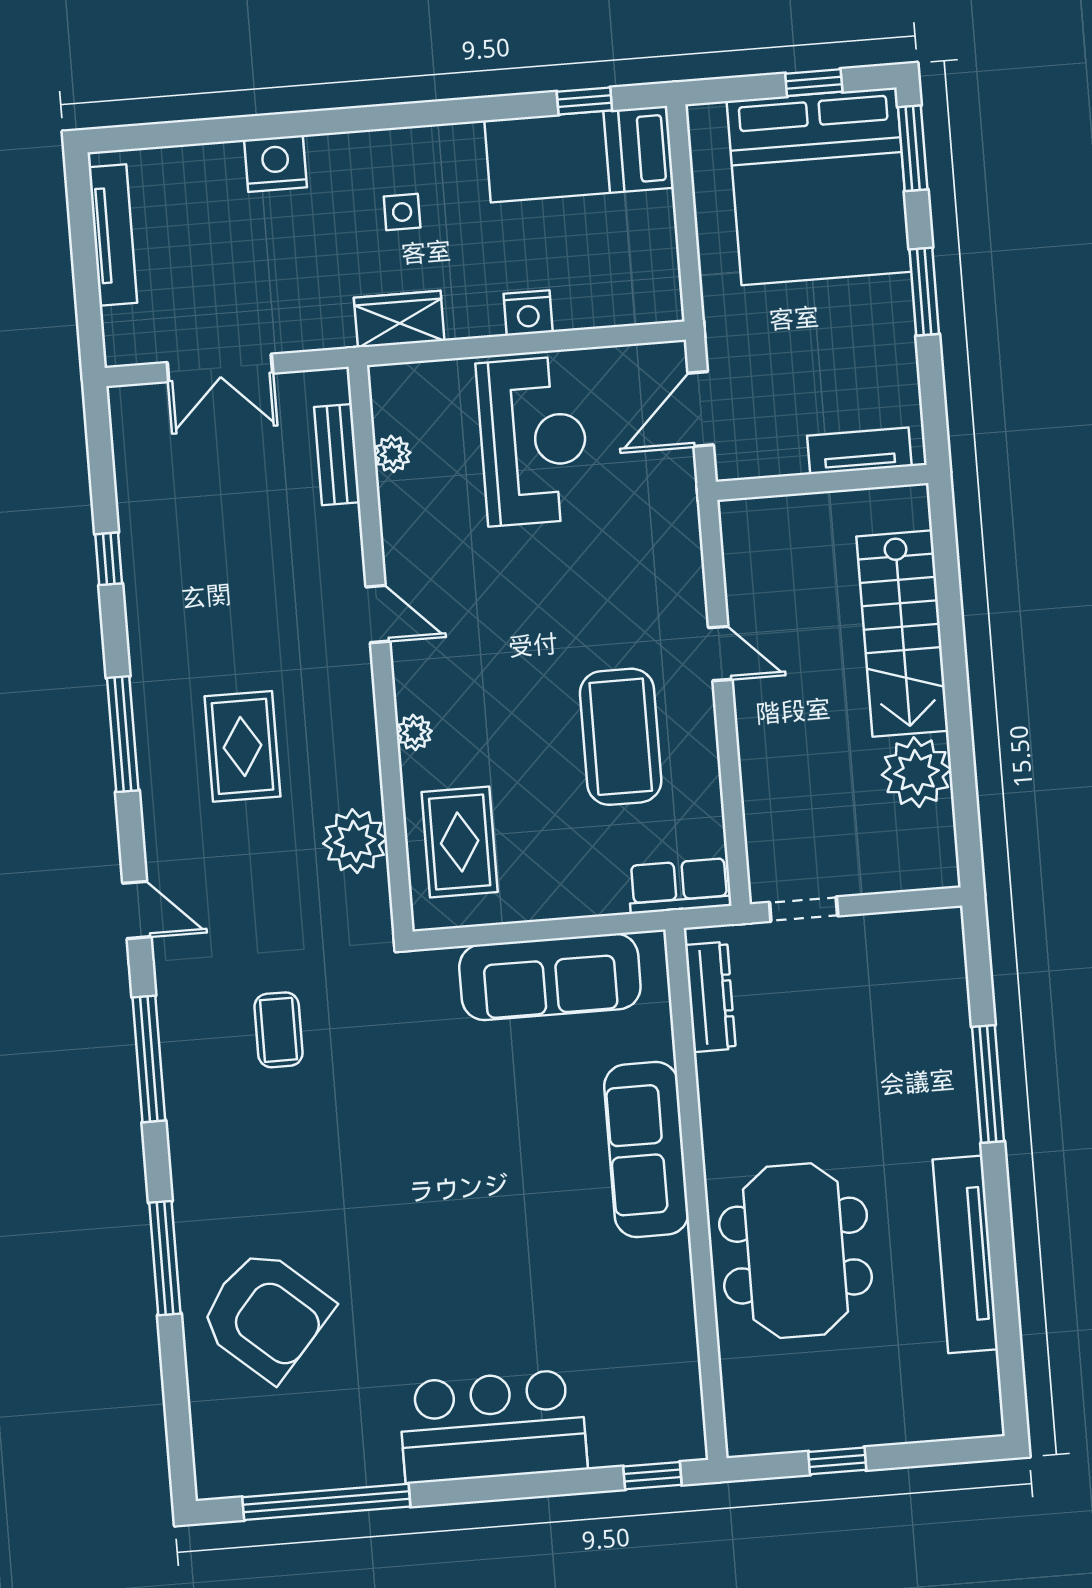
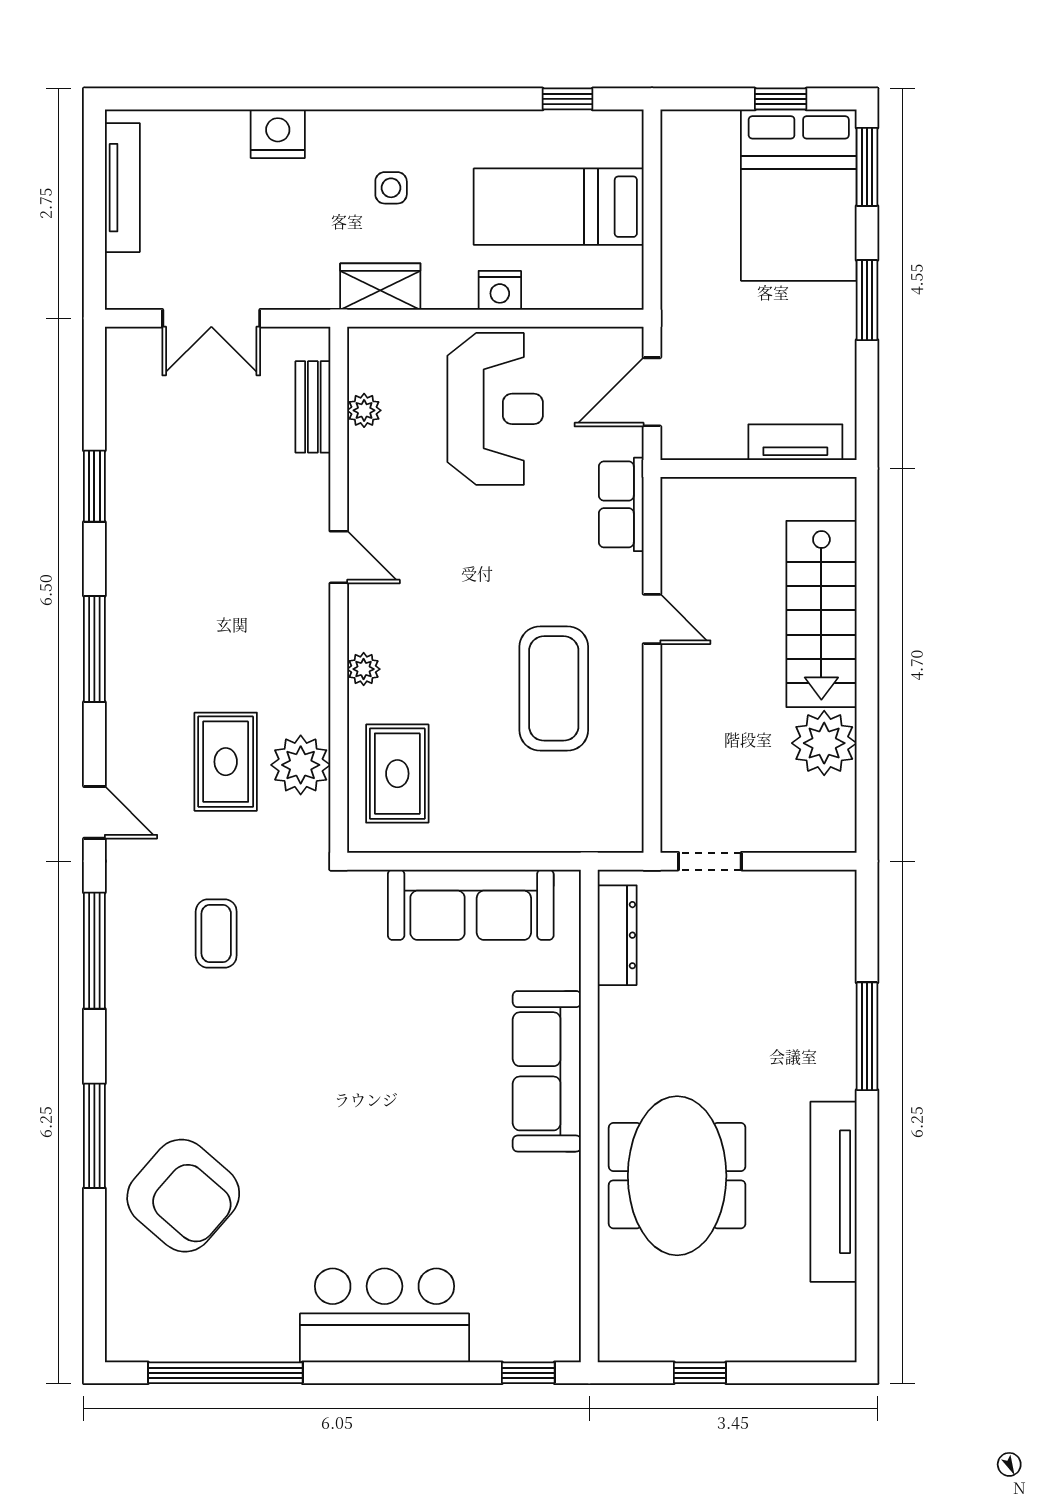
bed: (579, 154) -> (559, 207), moved
bed: (819, 186) -> (799, 195), width x0.73
window: (109, 559) -> (94, 486), width x1.50
rug: (243, 746) -> (226, 762), moved
row of seats: (679, 886) -> (621, 504), moved, turned -90

